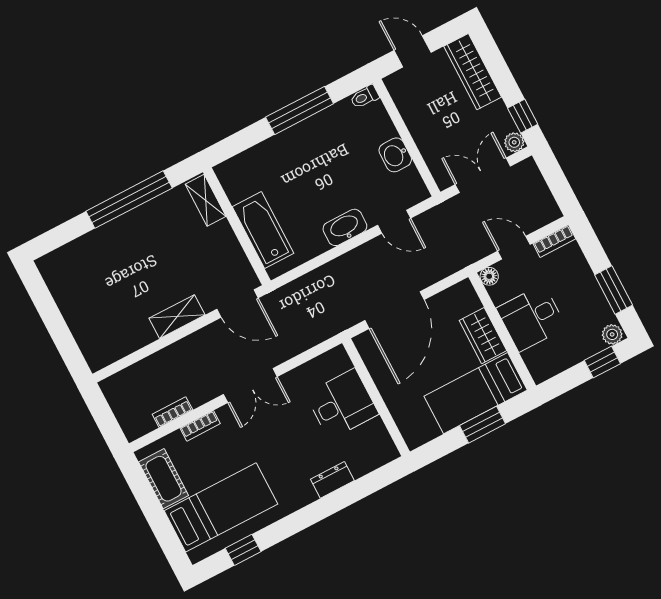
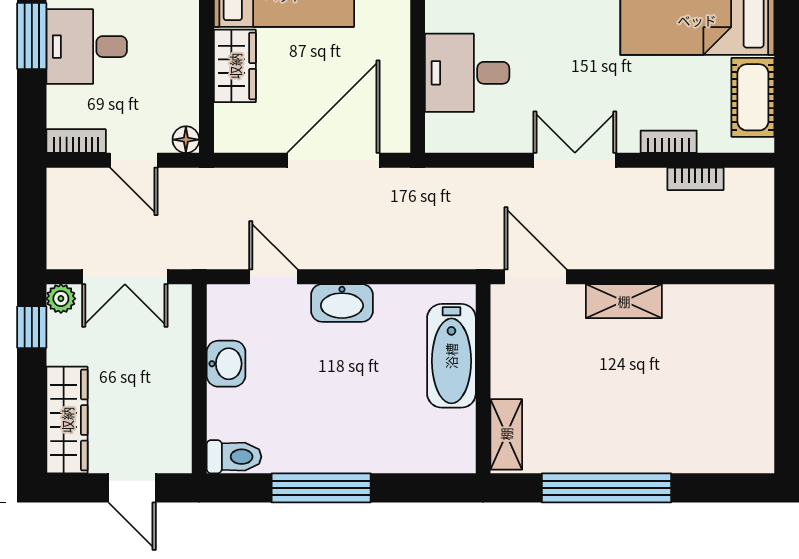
toilet: (365, 97) -> (234, 457), width x1.37, depth x1.39
desk: (531, 318) -> (87, 47), moved, turned 180

